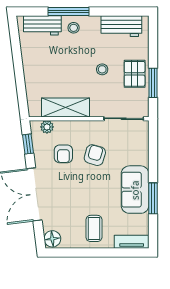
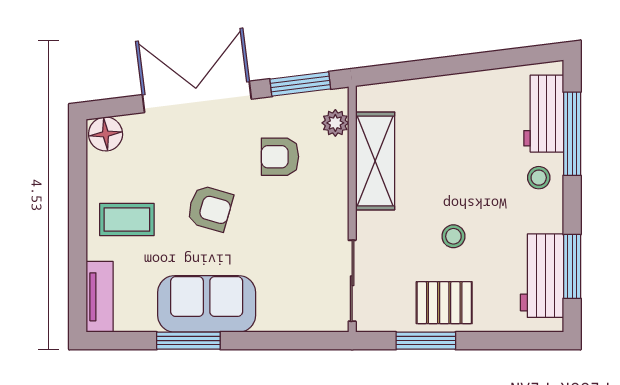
window: (68, 12) -> (572, 134), moved
window: (117, 12) -> (572, 266), added
window: (28, 144) -> (300, 84), width x1.50
armchair: (95, 155) -> (210, 208), moved

